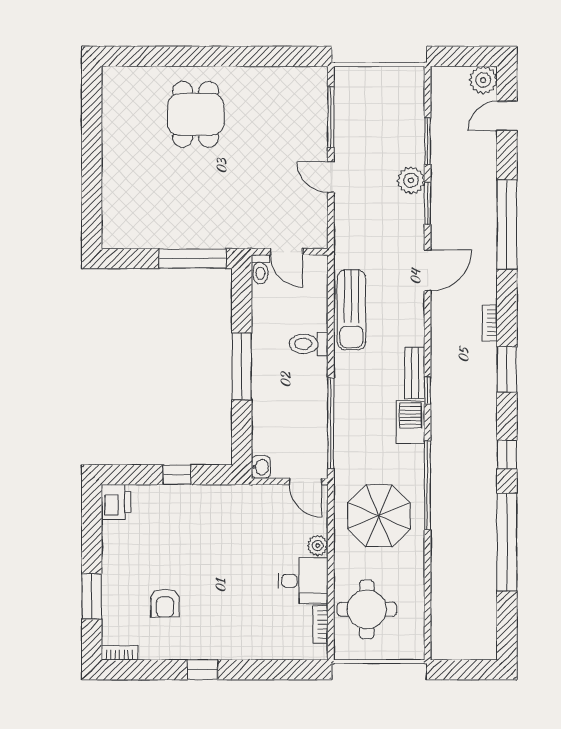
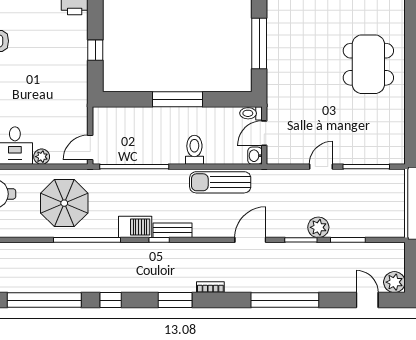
dining table: (196, 114) -> (368, 64), width x1.38
window: (193, 259) -> (259, 43), moved
door: (428, 270) -> (250, 240), swing flipped
washbasin: (261, 467) -> (255, 156), moved, turned 90

